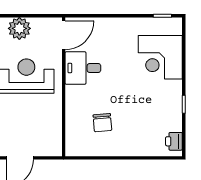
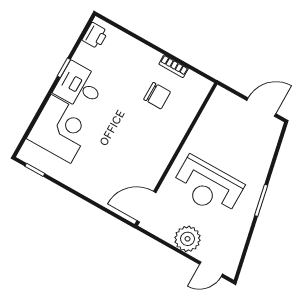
desk: (83, 68) -> (79, 86), moved, turned 180
chair: (102, 123) -> (157, 96), turned 95
bookcase: (102, 152) -> (174, 66), added

